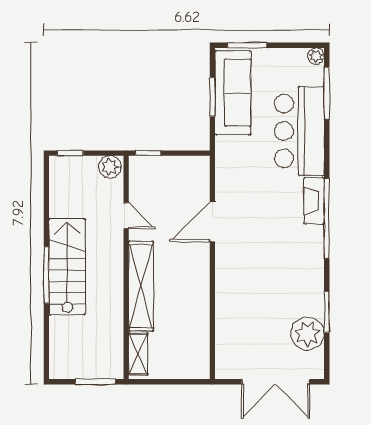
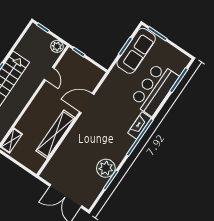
plant: (316, 56) -> (185, 60), removed
shelving: (141, 286) -> (56, 134), moved
plant: (307, 334) -> (106, 168), moved

